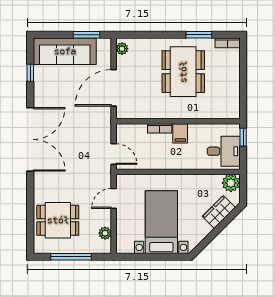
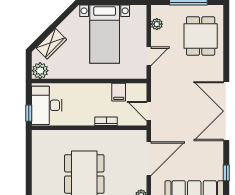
filing cabinet: (180, 133) -> (119, 92), moved, turned 180
desk: (224, 151) -> (47, 105), width x1.37
door: (114, 154) -> (149, 111), moved
dining table: (58, 220) -> (201, 36), turned 90

